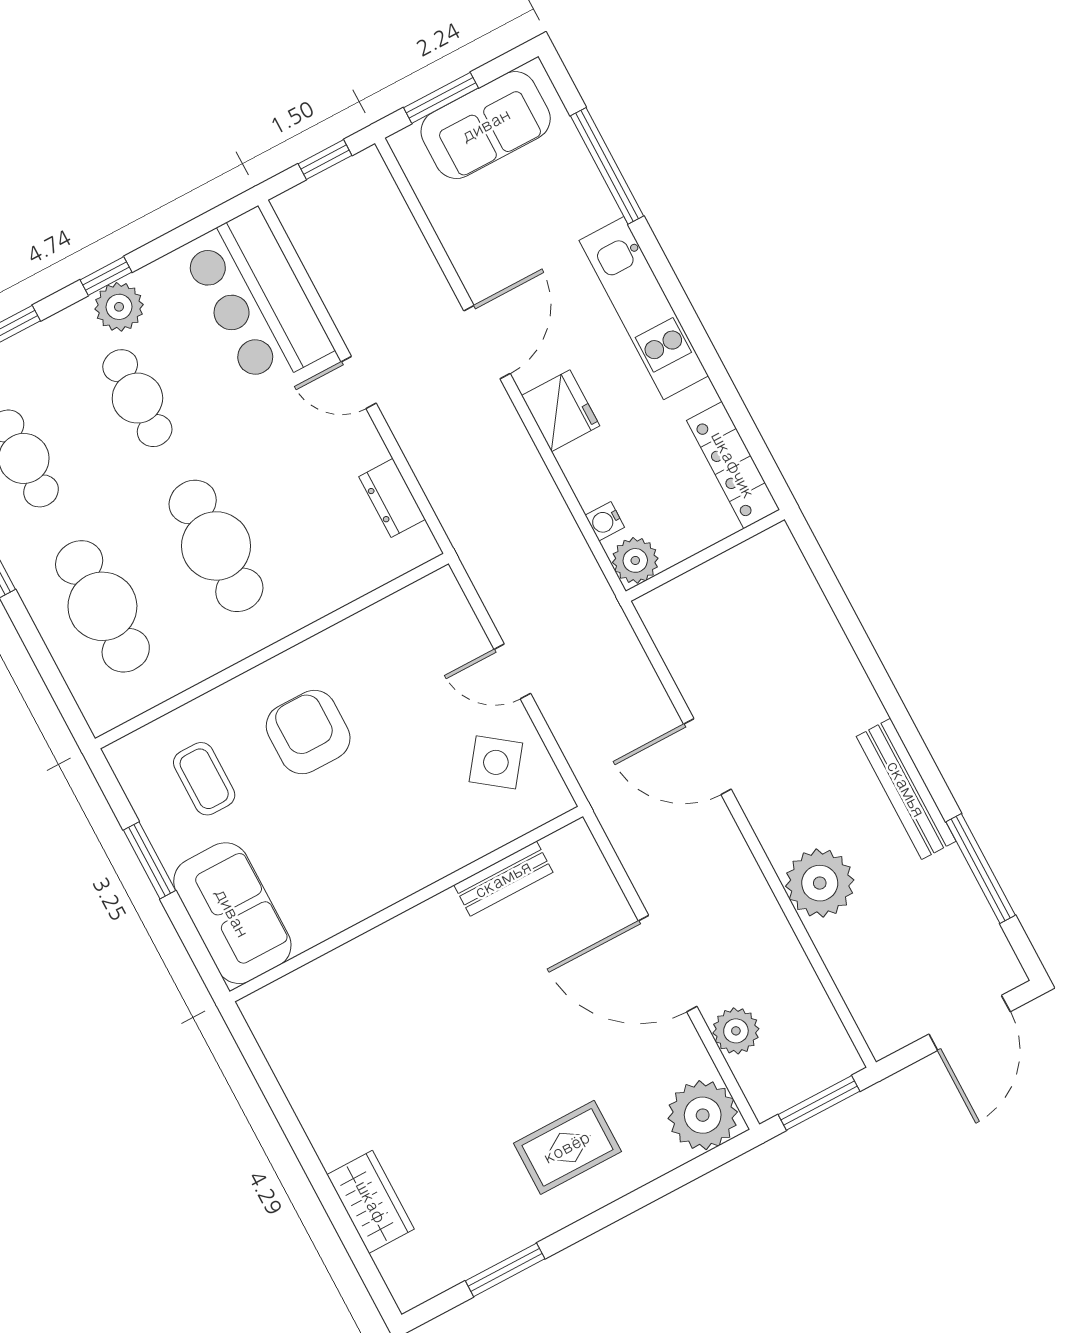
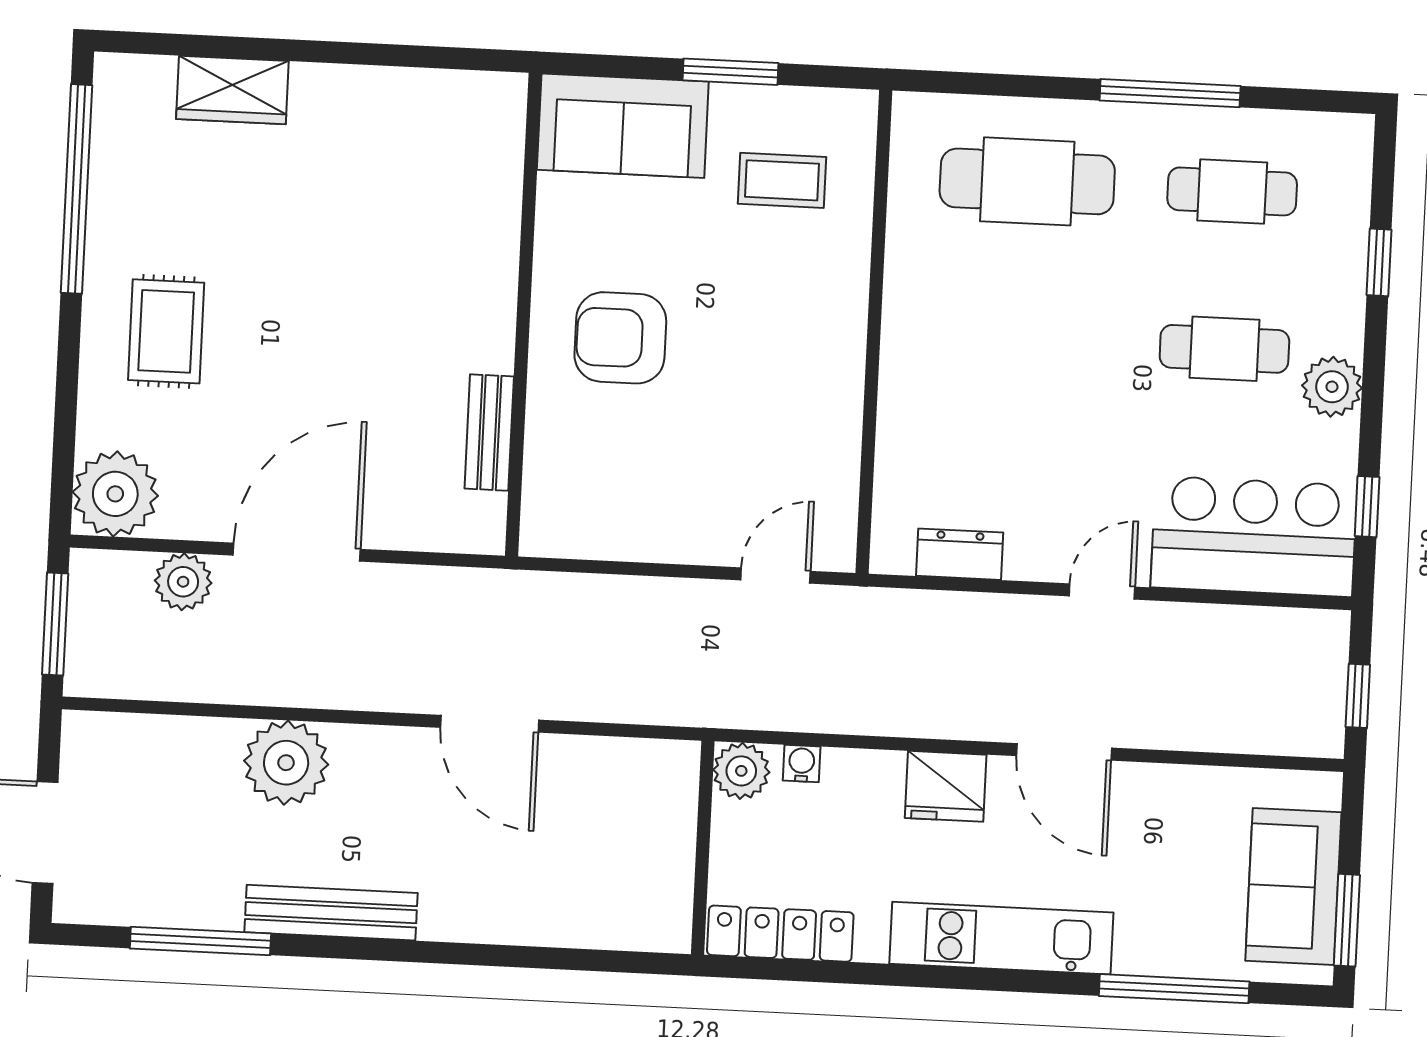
window: (441, 98) -> (1347, 920), moved
window: (106, 276) -> (1367, 507), moved
cafe table: (216, 546) -> (1020, 339), removed
door: (512, 671) -> (776, 576), moved
armchair: (308, 732) -> (620, 338), moved, turned 180
door: (707, 757) -> (490, 724), swing flipped
side table: (496, 762) -> (616, 498), removed
window: (505, 1270) -> (76, 189), width x2.11

